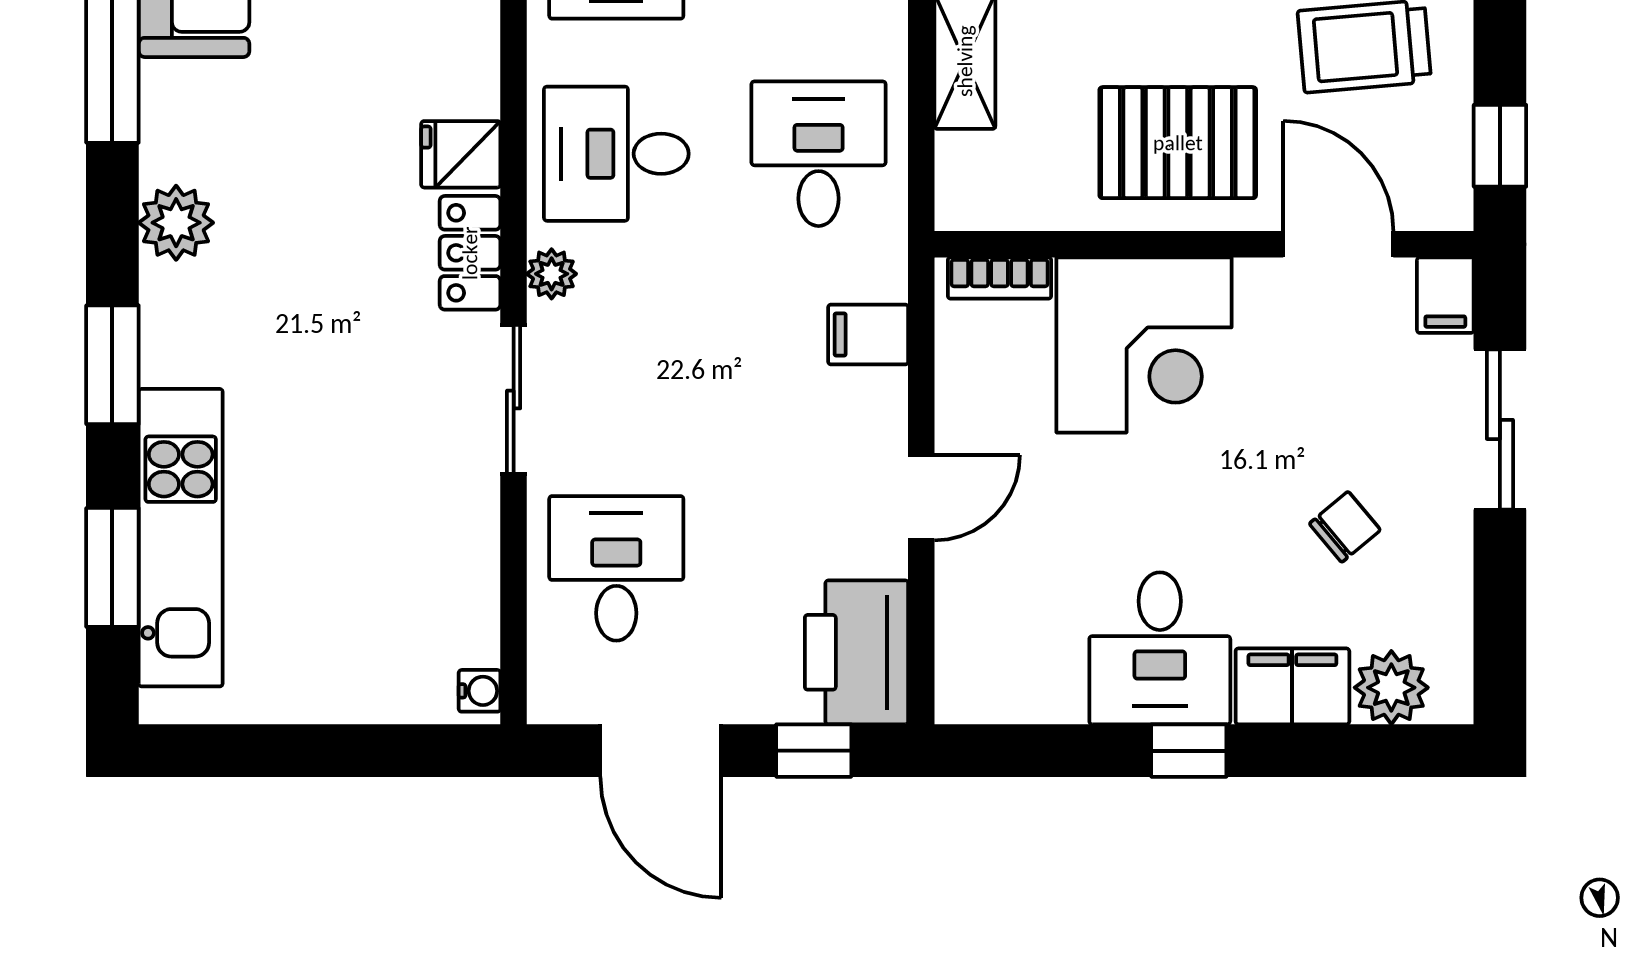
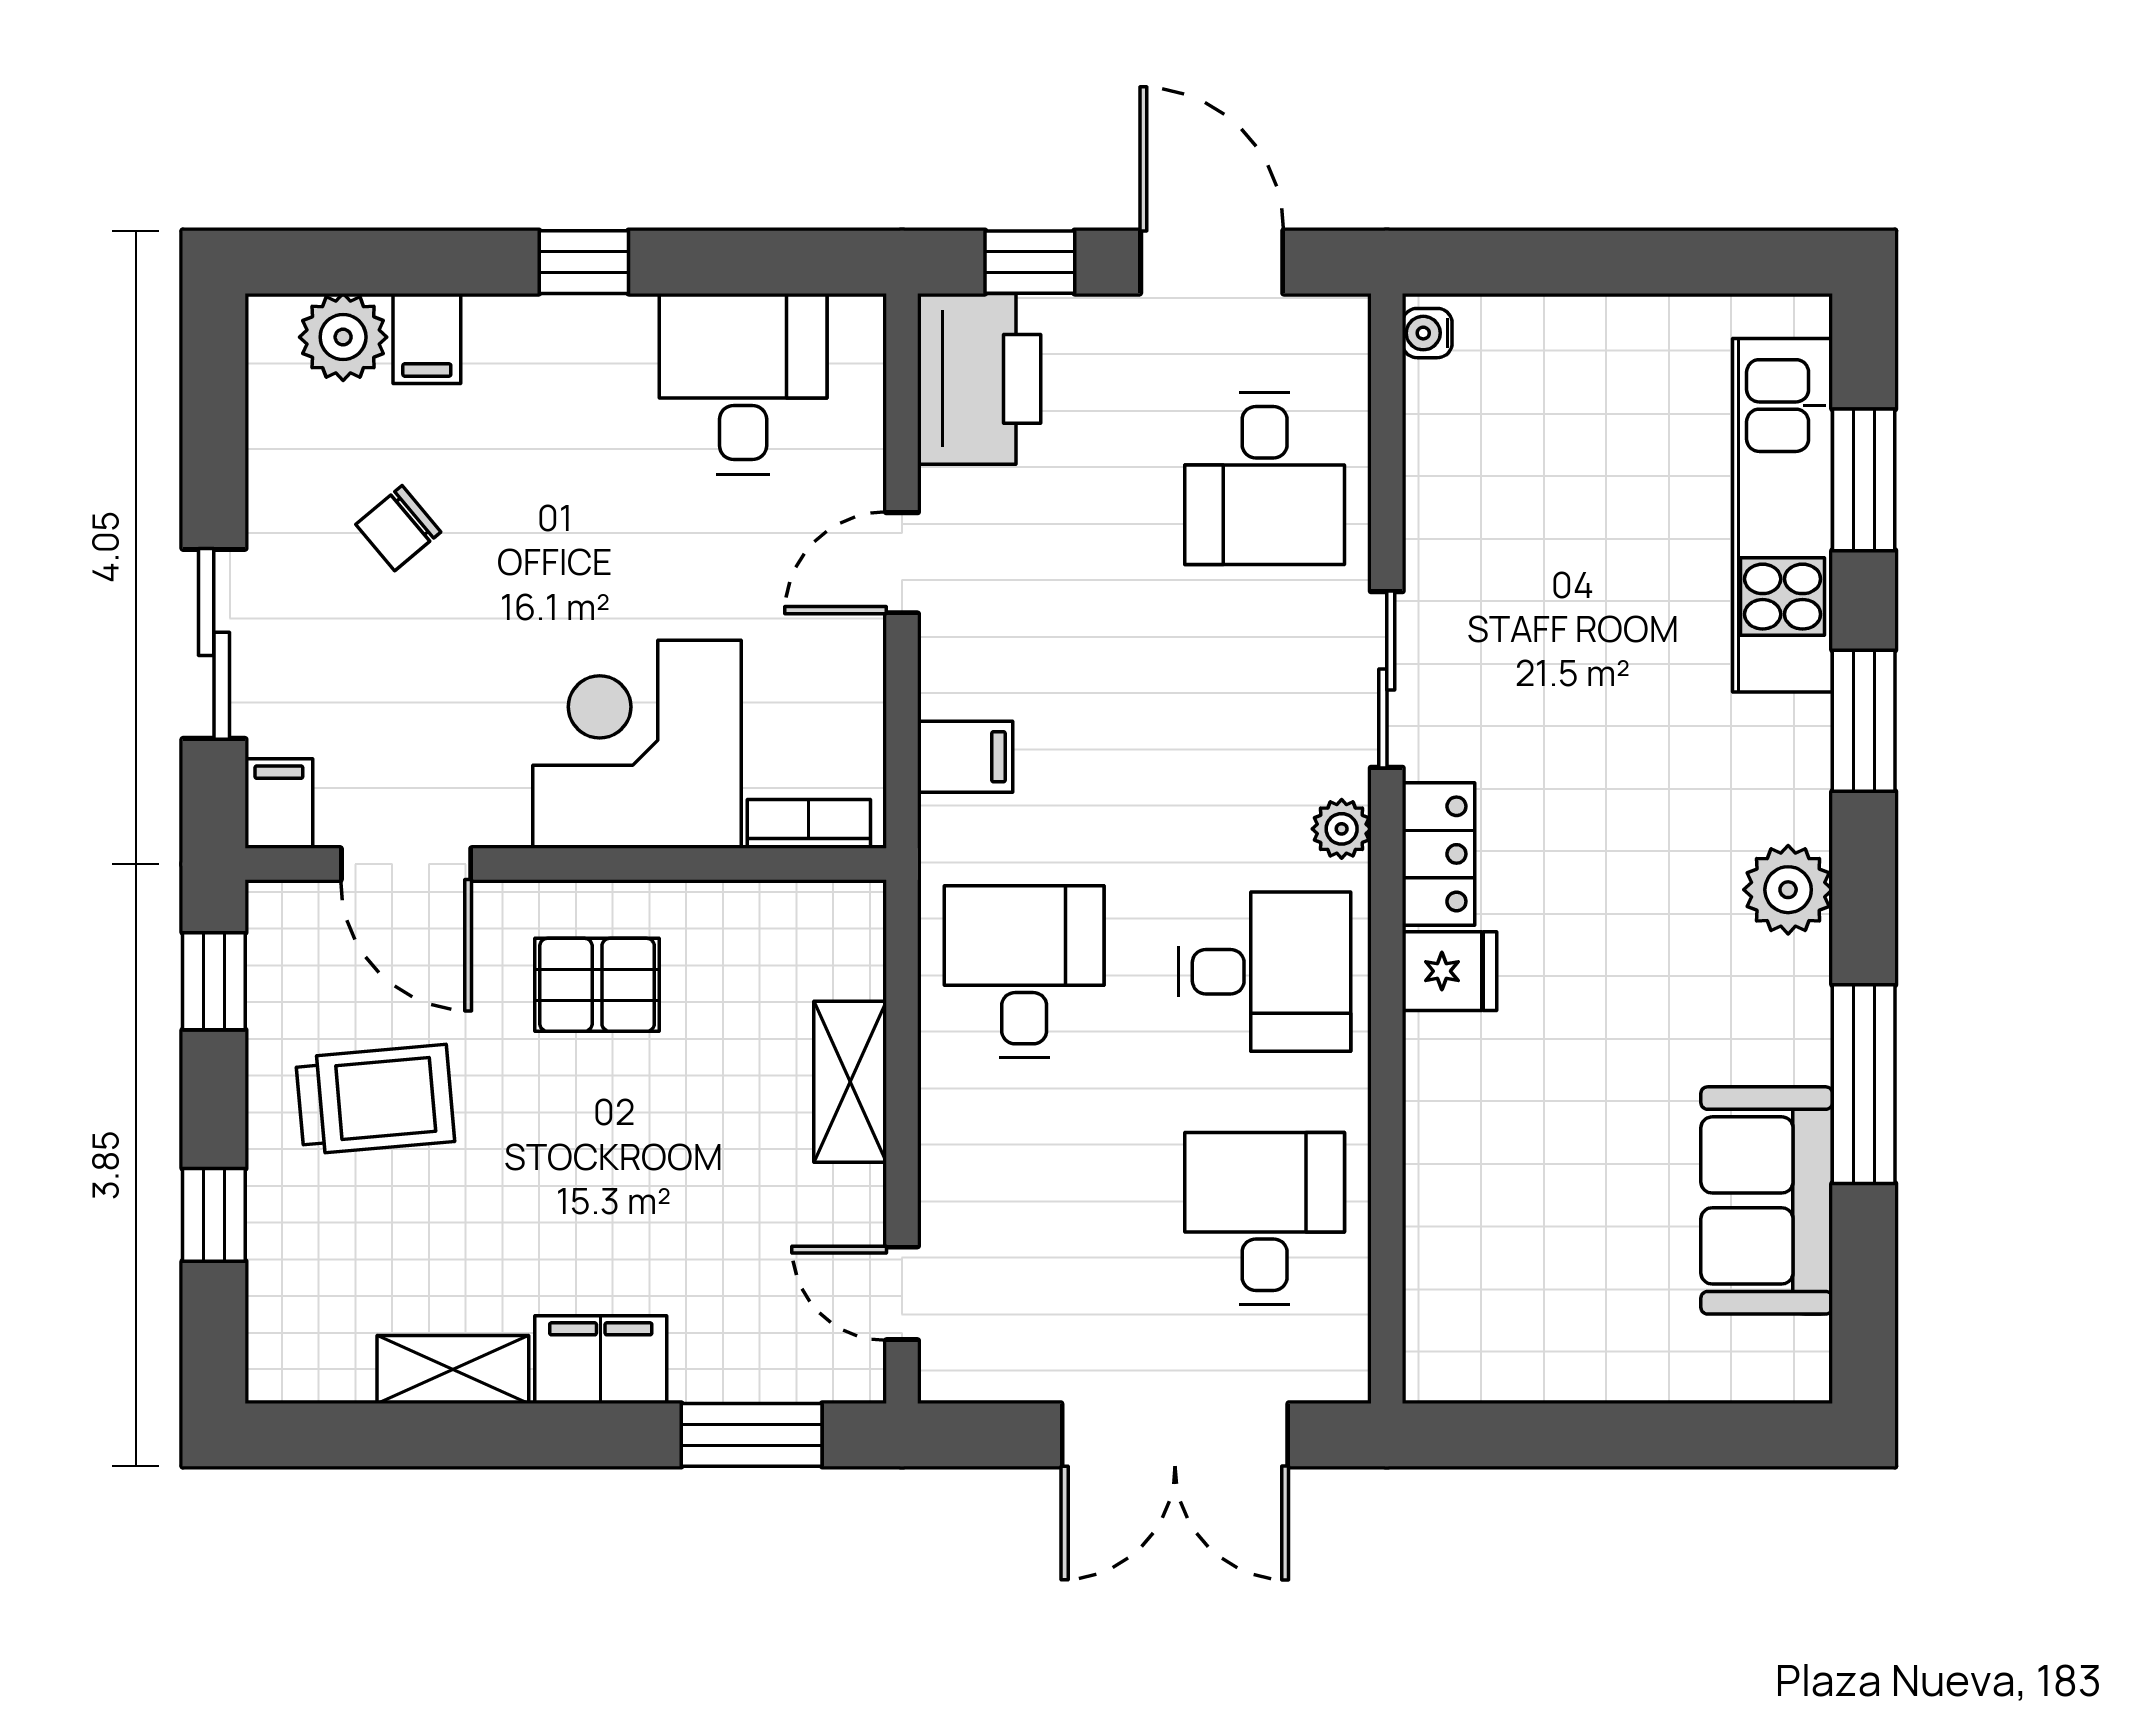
pallet: (1178, 143) -> (597, 985), width x0.67, depth x0.71
desk: (819, 154) -> (1024, 972), turned 180
desk: (1160, 648) -> (743, 384), moved
filing cabinet: (1292, 686) -> (427, 338), width x0.50

